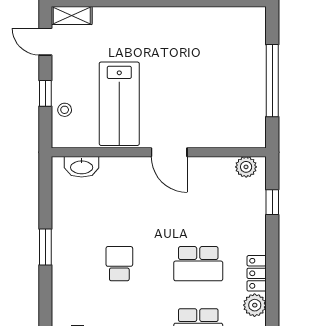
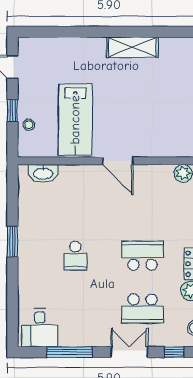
shelving: (72, 16) -> (132, 47), moved, width x1.50, depth x1.33
school desk: (119, 264) -> (75, 256), turned 180
school desk: (198, 264) -> (143, 256), turned 180

